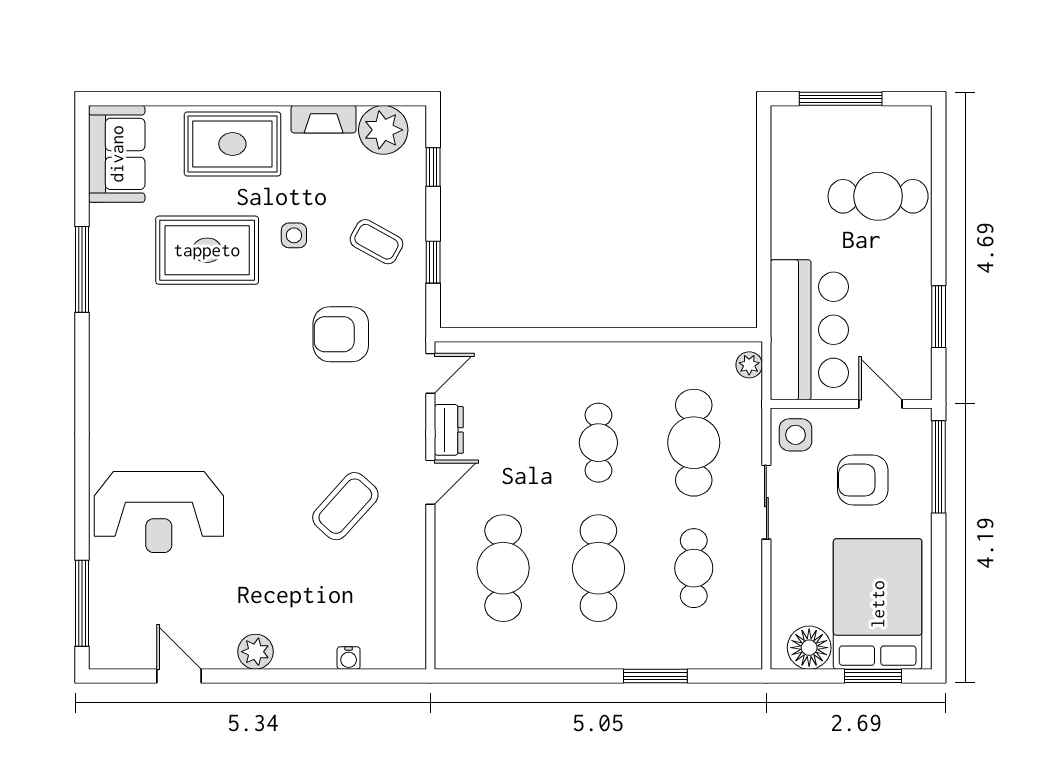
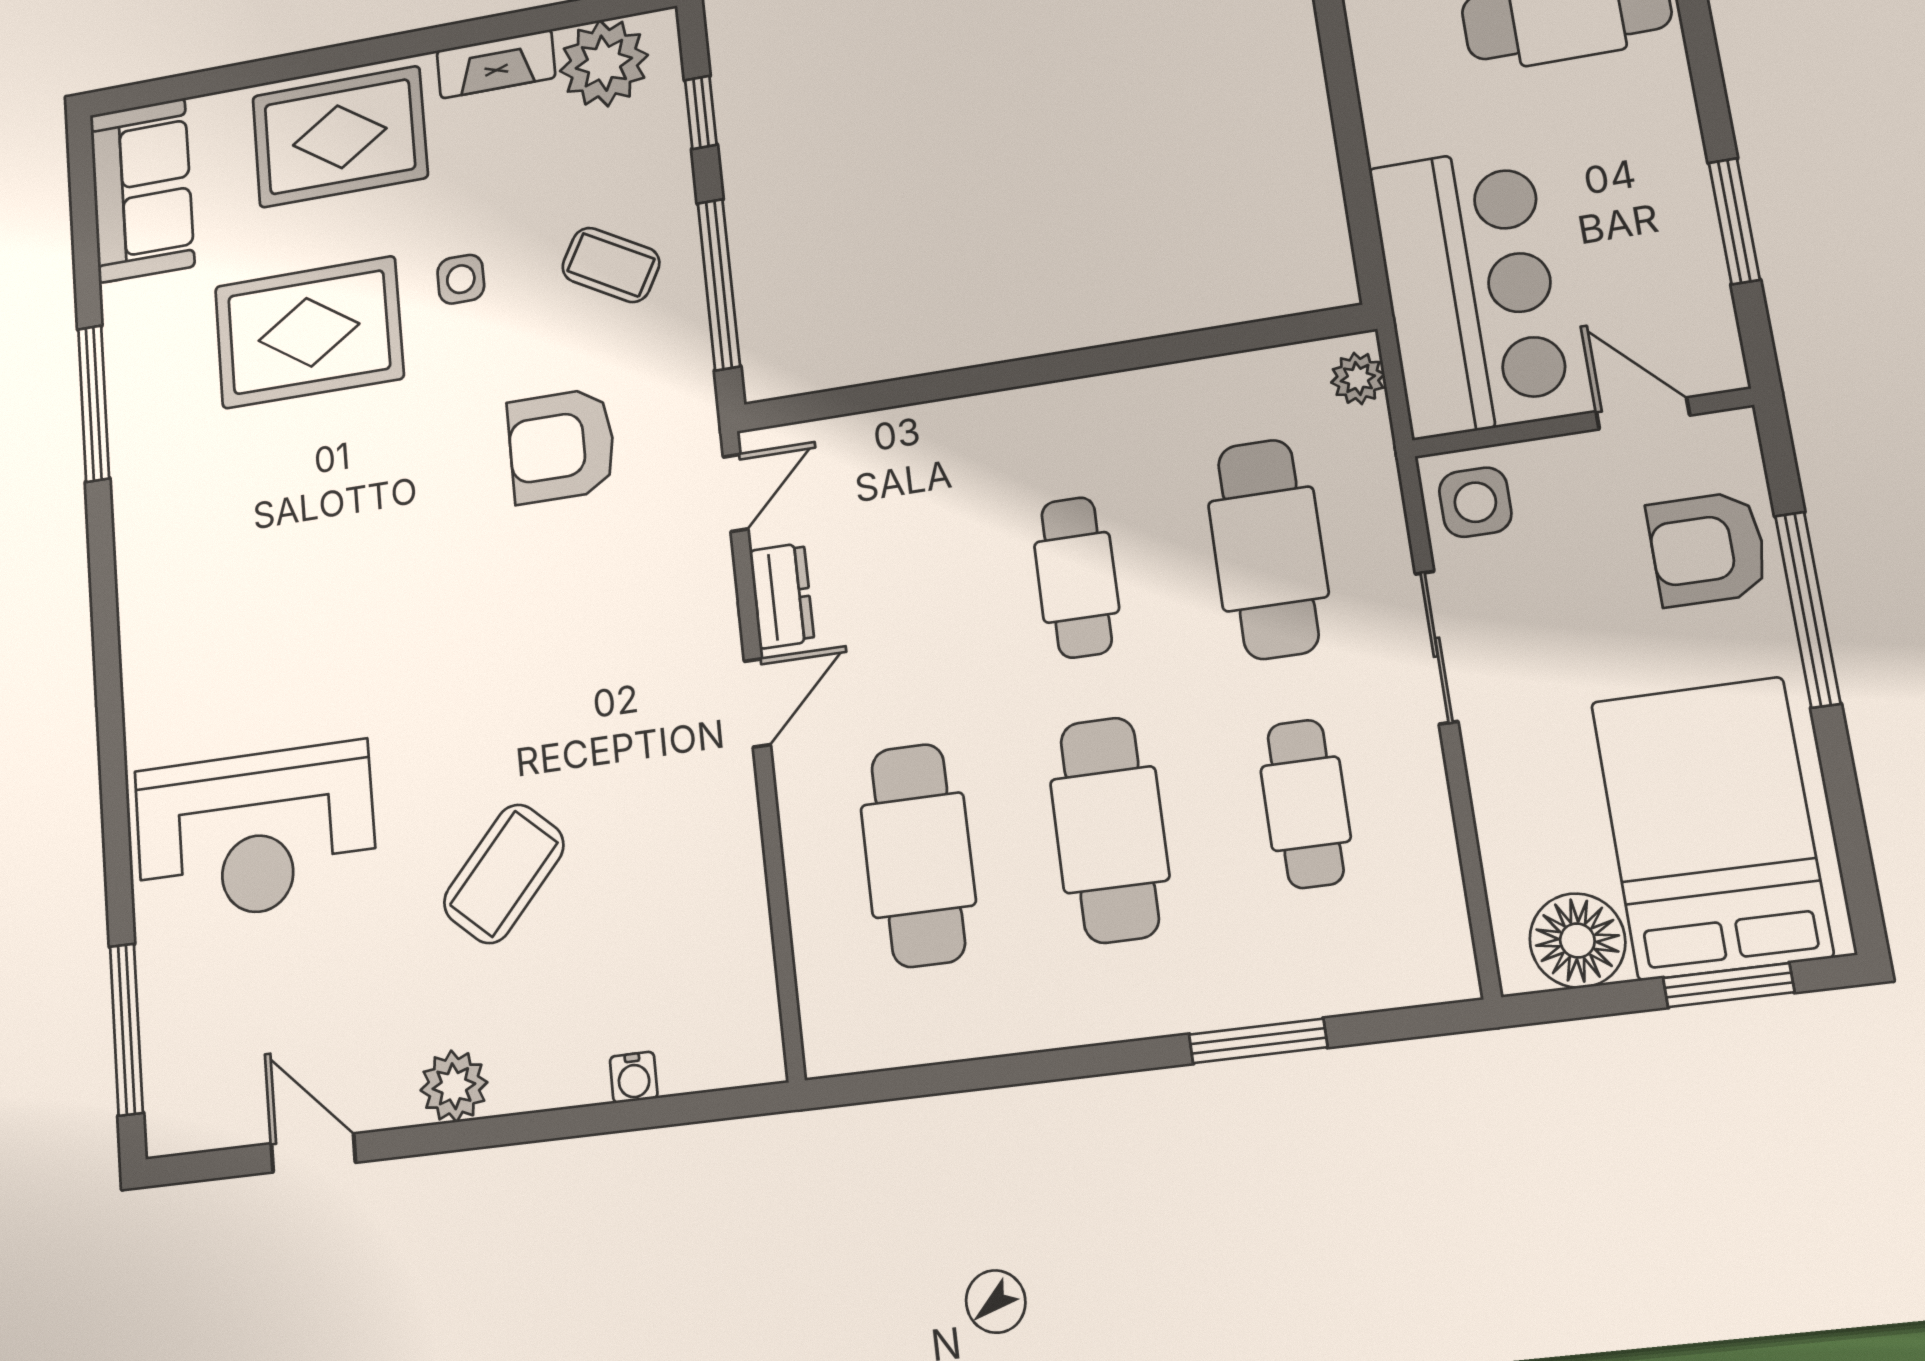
window: (433, 262) -> (719, 284), width x2.17
window: (939, 467) -> (1808, 609), moved
armchair: (863, 480) -> (1708, 549), moved
coffee table: (345, 506) -> (504, 874), moved

